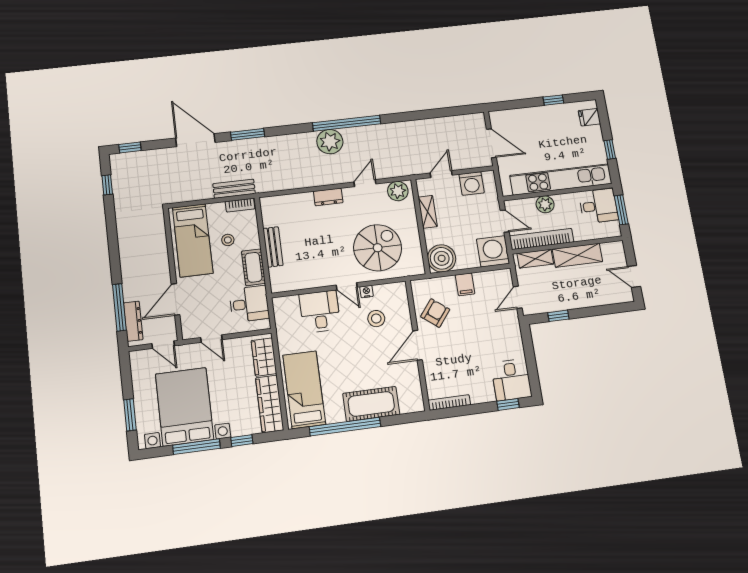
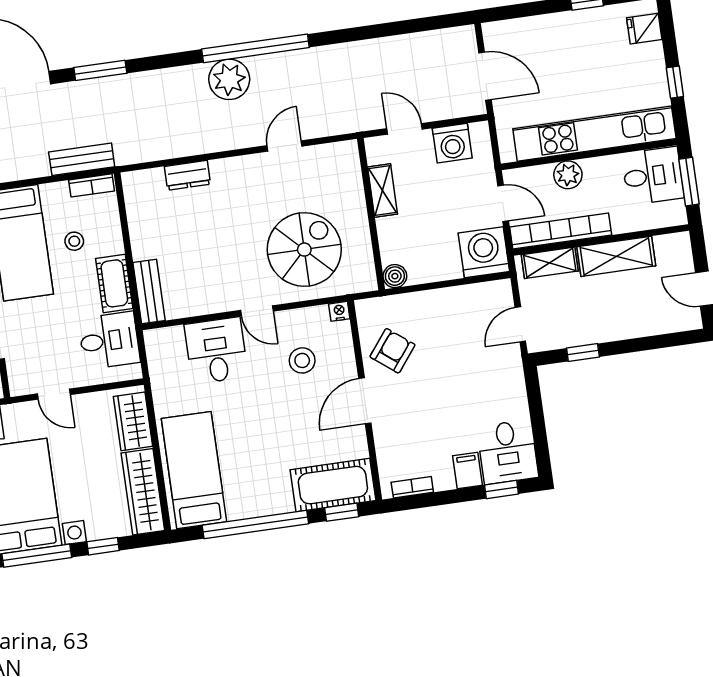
door: (441, 174) -> (404, 129), hinge flipped
plant: (398, 191) -> (336, 158), removed
dresser: (328, 197) -> (187, 175), moved
bench: (273, 247) -> (149, 291), moved
boiler: (442, 258) -> (395, 276), width x0.54, depth x0.54
filing cabinet: (465, 284) -> (468, 470), moved, turned 180
nightstand: (367, 292) -> (339, 311), moved
bookcase: (449, 402) -> (412, 487), width x0.64
cot: (371, 404) -> (333, 485), moved
window: (403, 419) -> (342, 512), added

